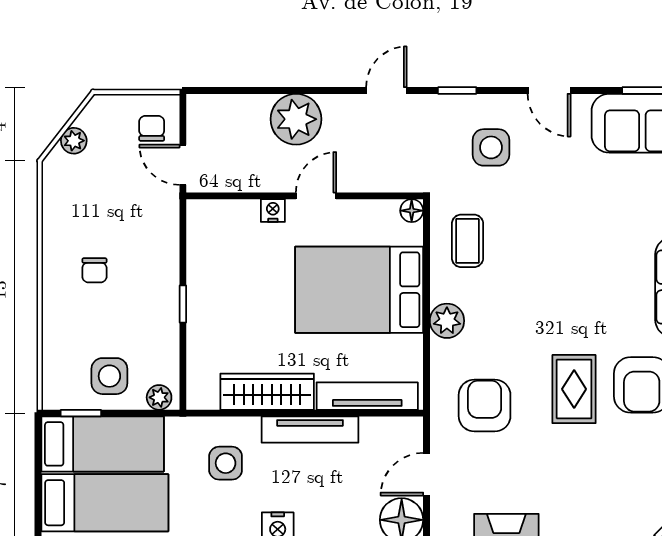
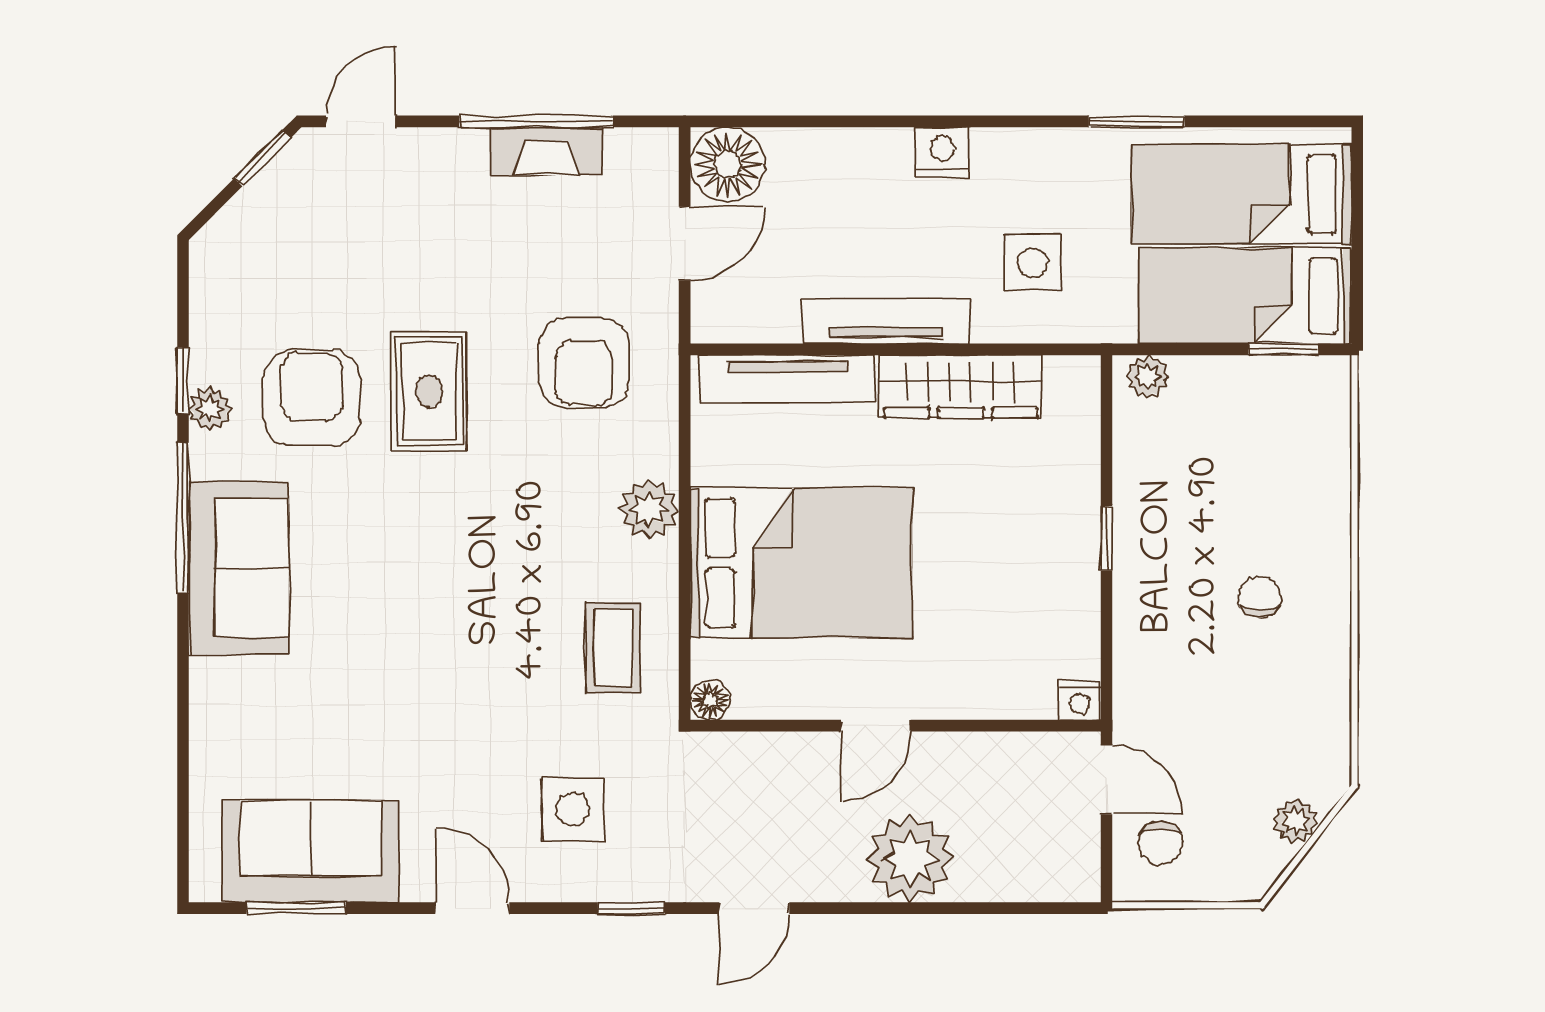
nightstand: (273, 211) -> (1080, 700), moved
side table: (109, 376) -> (1234, 414), removed

